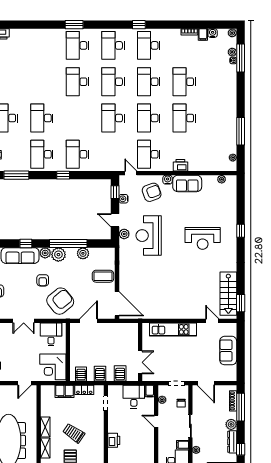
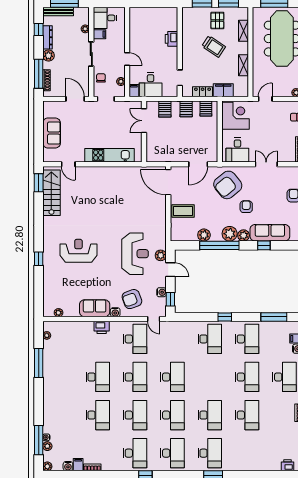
desk: (42, 82) -> (247, 415), added
shelving: (45, 427) -> (244, 65), moved

